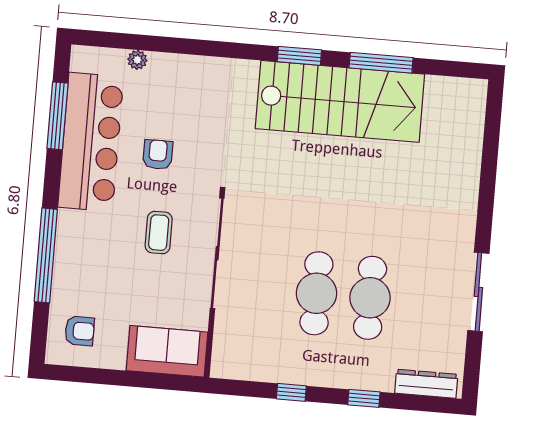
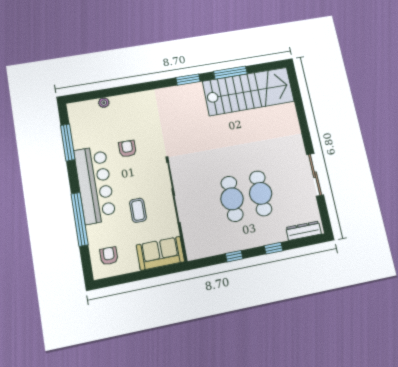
stairs: (340, 101) -> (248, 91), moved
bar counter: (91, 142) -> (95, 185), moved
coffee table: (159, 233) -> (138, 210), moved
armchair: (80, 331) -> (109, 256), turned -90

